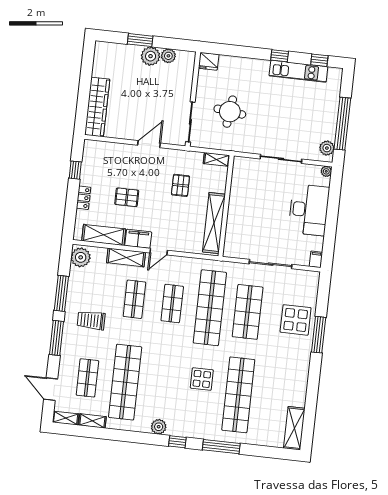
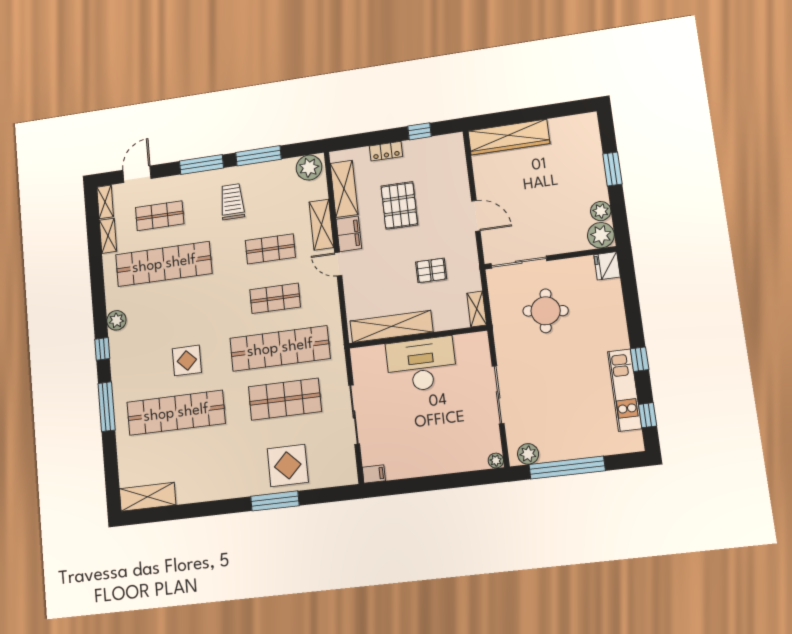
plant: (151, 56) -> (601, 235), moved
pallet: (127, 197) -> (399, 205), width x1.50, depth x1.42
desk: (309, 210) -> (421, 364), moved, turned 180

